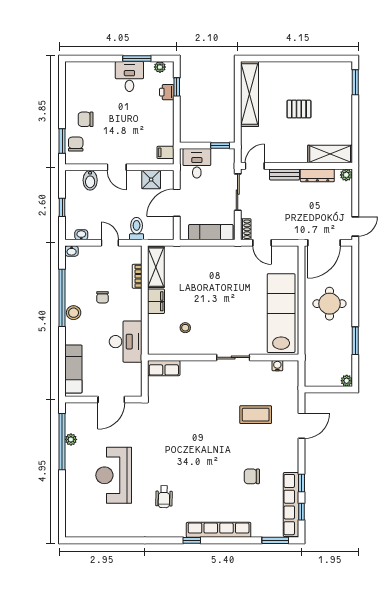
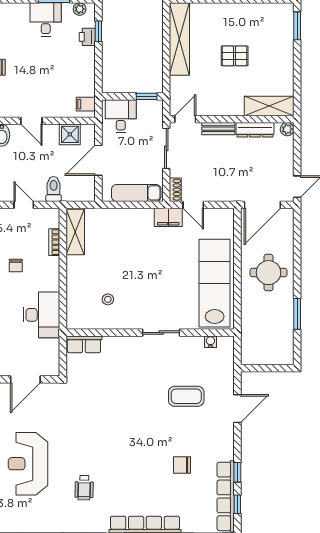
filing cabinet: (156, 301) -> (168, 217), moved, turned 90
plant: (347, 381) -> (288, 358), removed

